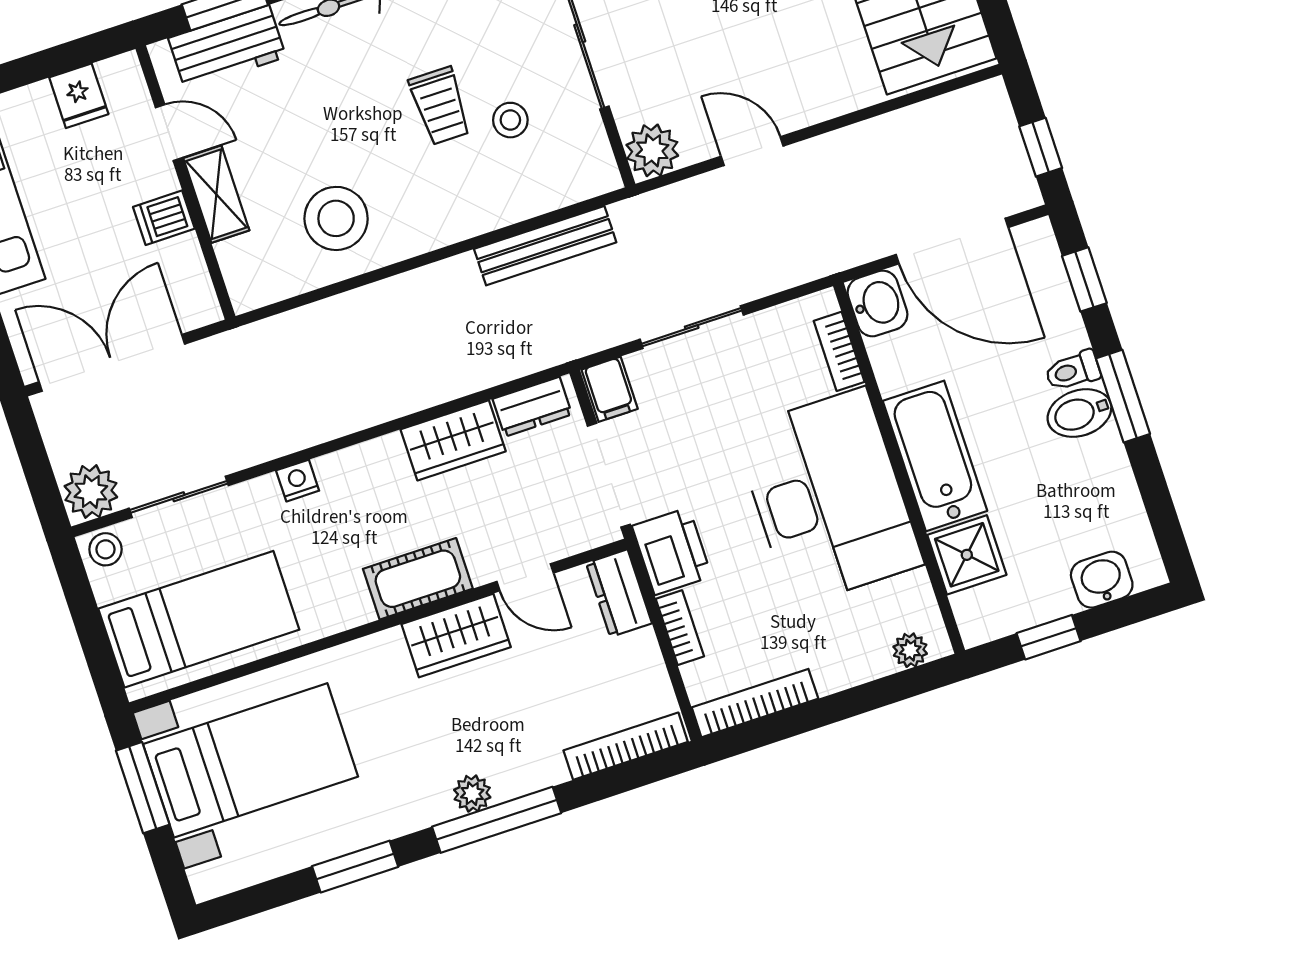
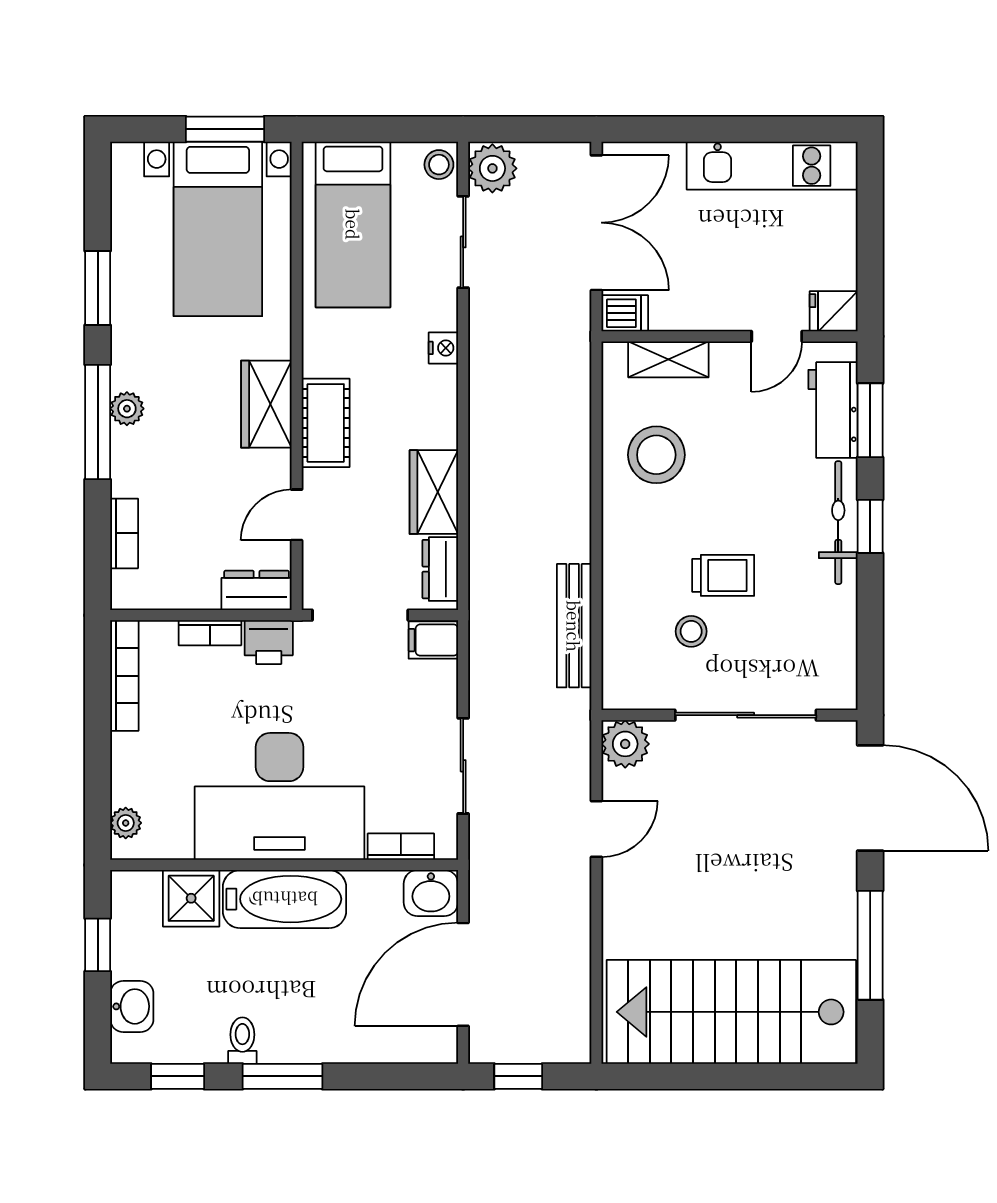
fridge: (79, 96) -> (834, 311), moved
trolley: (440, 106) -> (723, 575), turned 180
shelving: (216, 194) -> (668, 359), moved
dishwasher: (164, 218) -> (625, 313), moved, turned 90
window: (1084, 279) -> (178, 1076), moved
sliding door: (692, 327) -> (463, 766), moved
toilet: (1073, 371) -> (242, 1041), moved
bidet: (1079, 413) -> (280, 1034), removed
printer: (672, 551) -> (269, 642), width x0.73, depth x0.81
wardrobe: (456, 636) -> (266, 404), moved
bookcase: (626, 746) -> (124, 533), width x0.64

